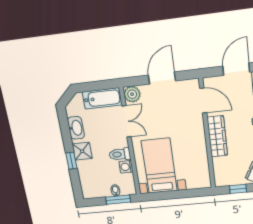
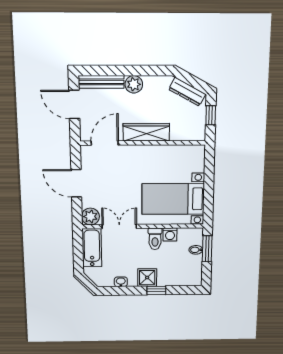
washbasin: (76, 128) -> (121, 282), width x0.52, depth x0.69

